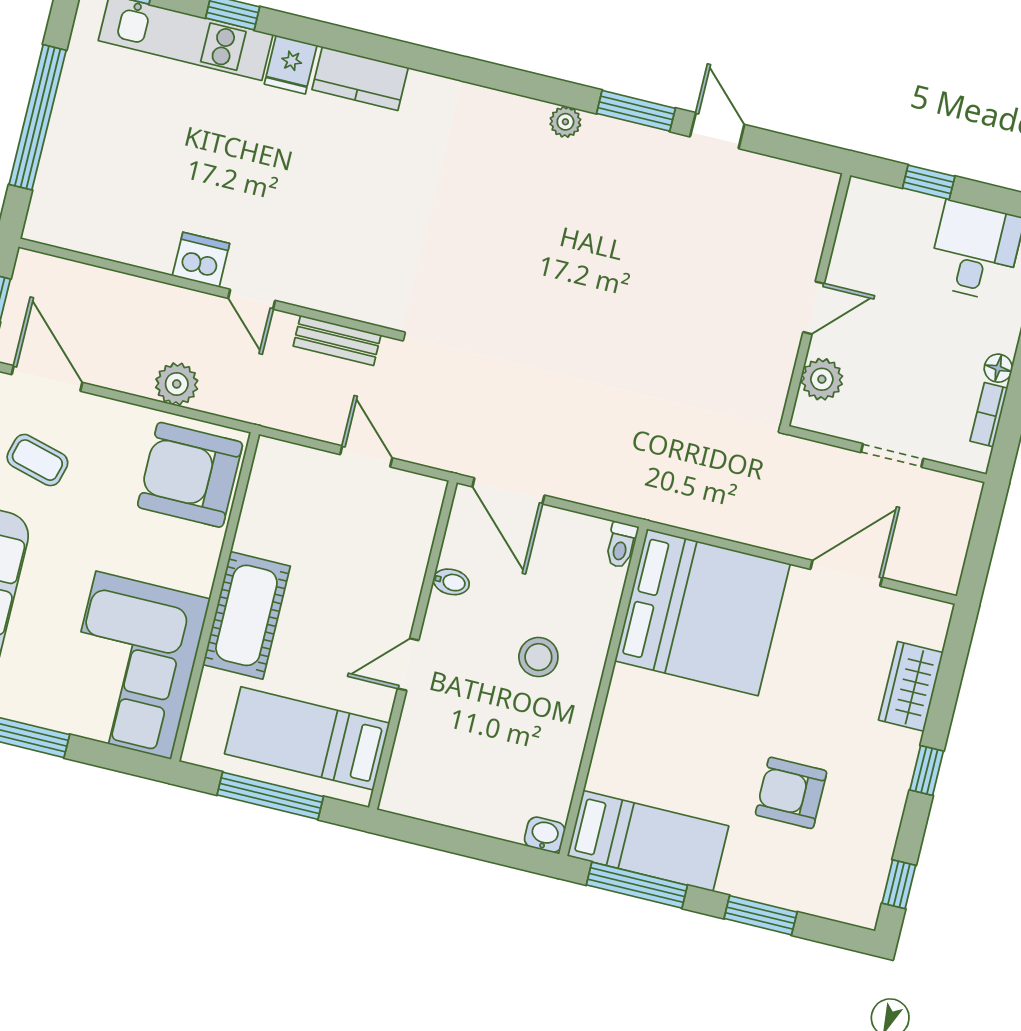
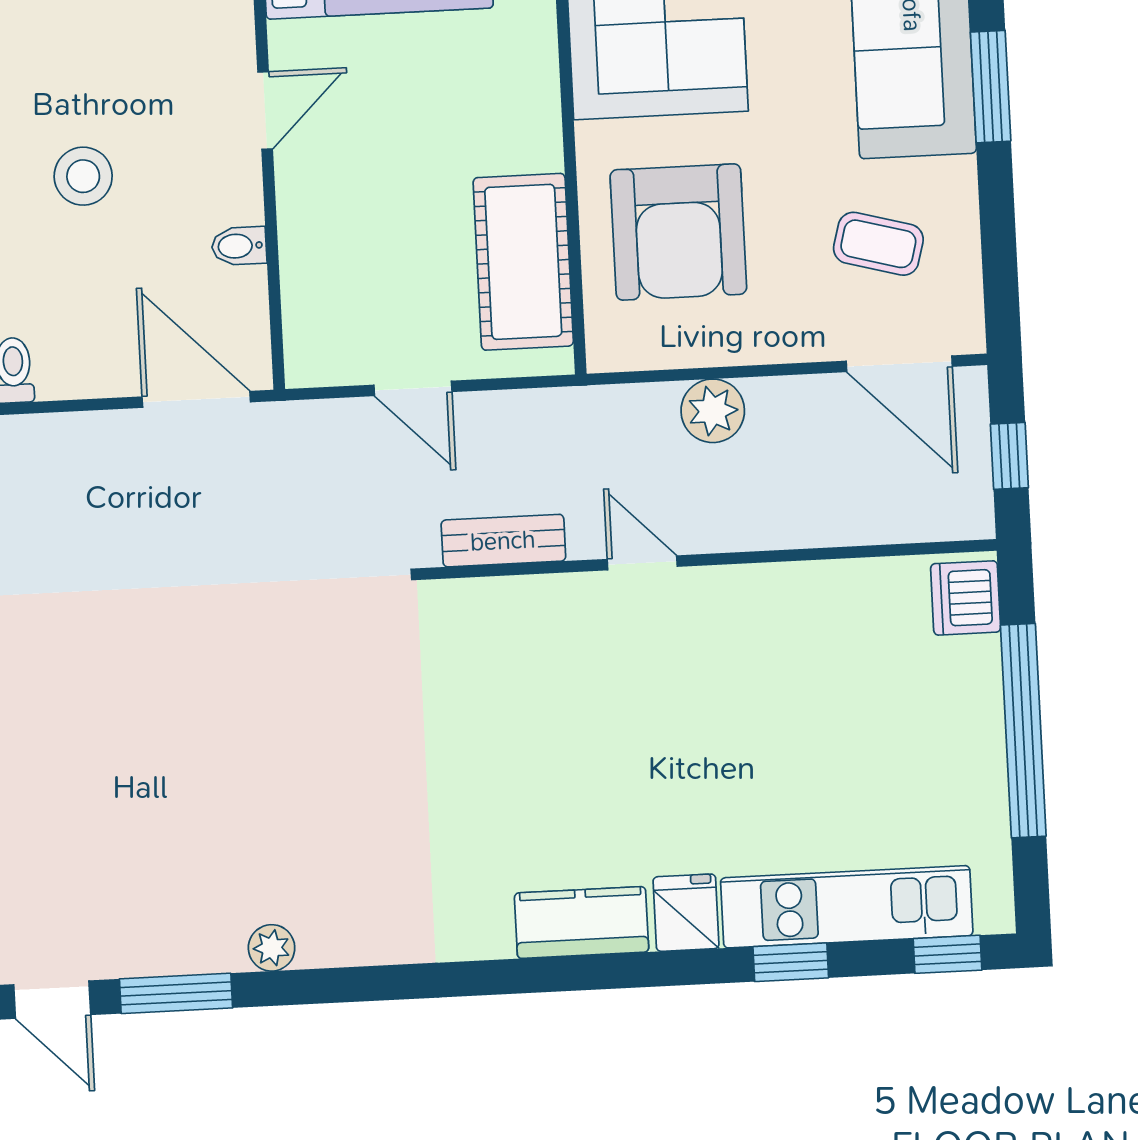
dishwasher: (201, 260) -> (966, 598), moved, turned 90
armchair: (190, 475) -> (678, 232), moved, turned 90
cot: (246, 615) -> (523, 262), moved

